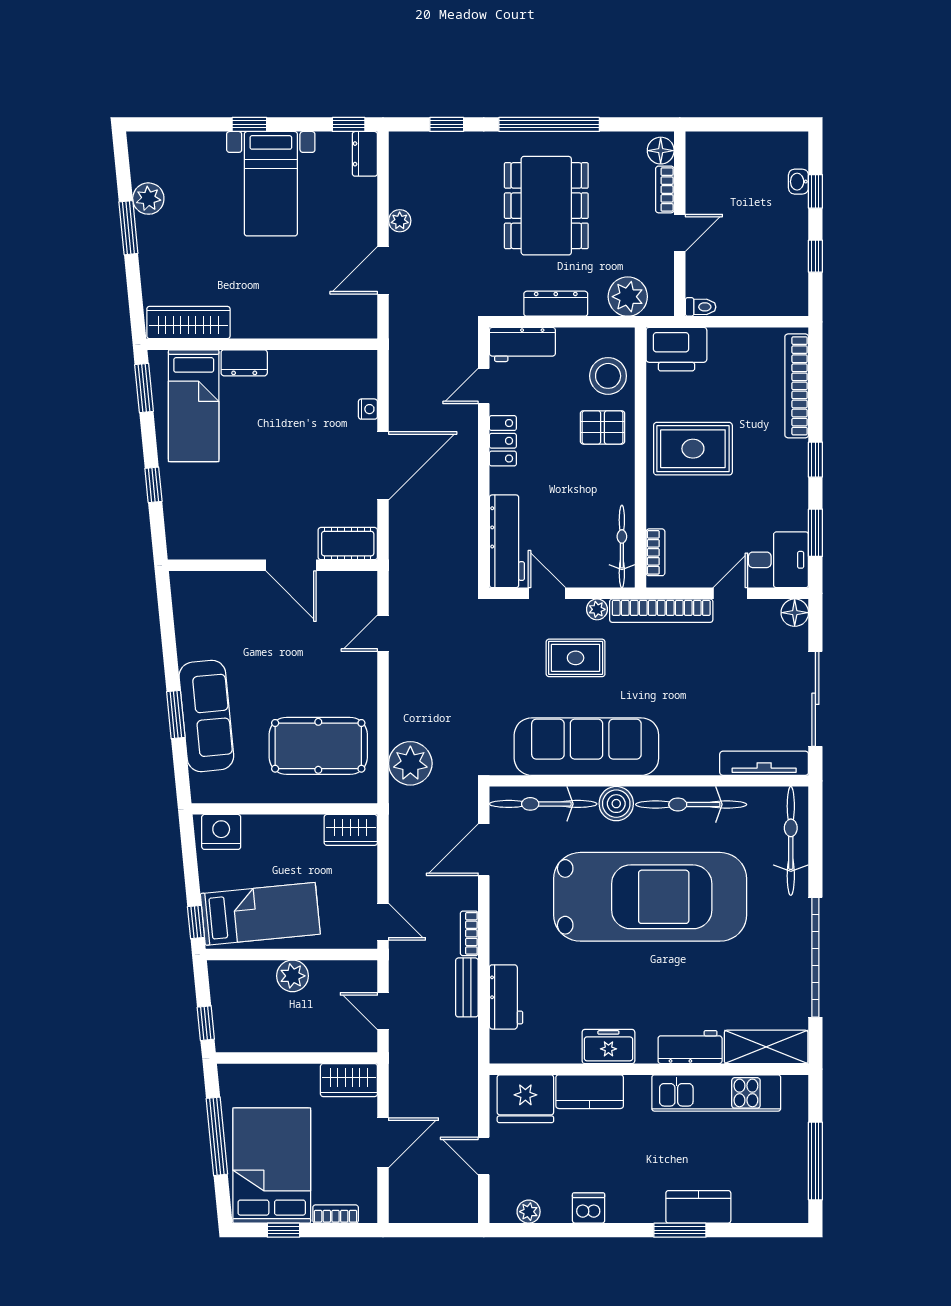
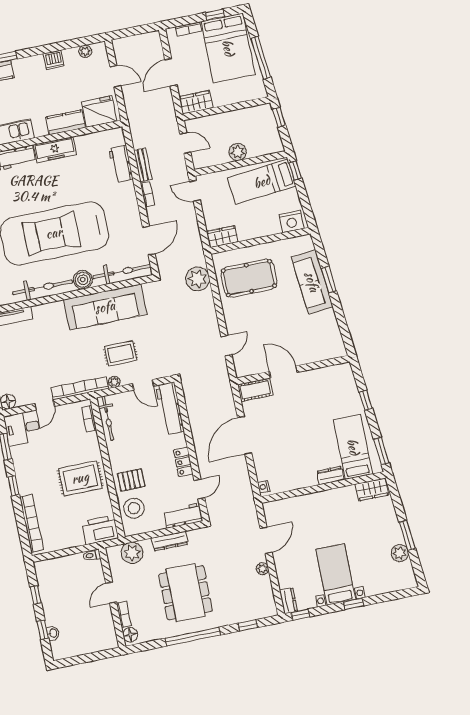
wardrobe: (188, 322) -> (372, 489), width x0.67
nightstand: (368, 409) -> (264, 487), moved
freezer: (608, 1046) -> (55, 150), width x1.40

